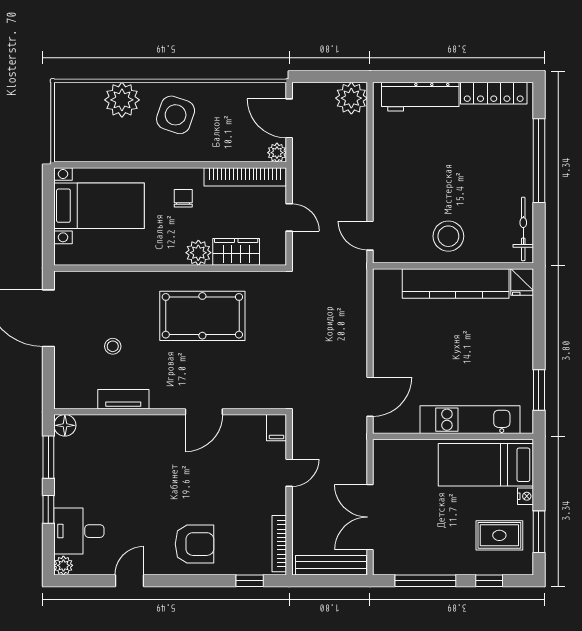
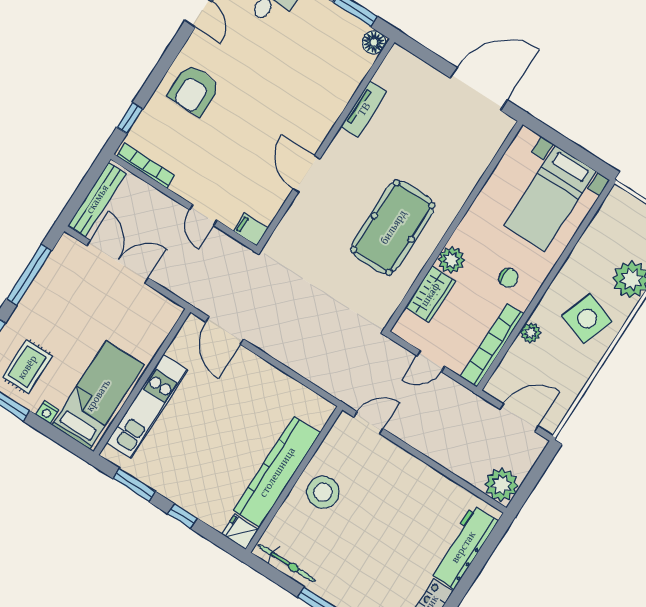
plant: (277, 153) -> (531, 333), moved
window: (539, 336) -> (182, 516), added
stool: (113, 346) -> (417, 130), removed

